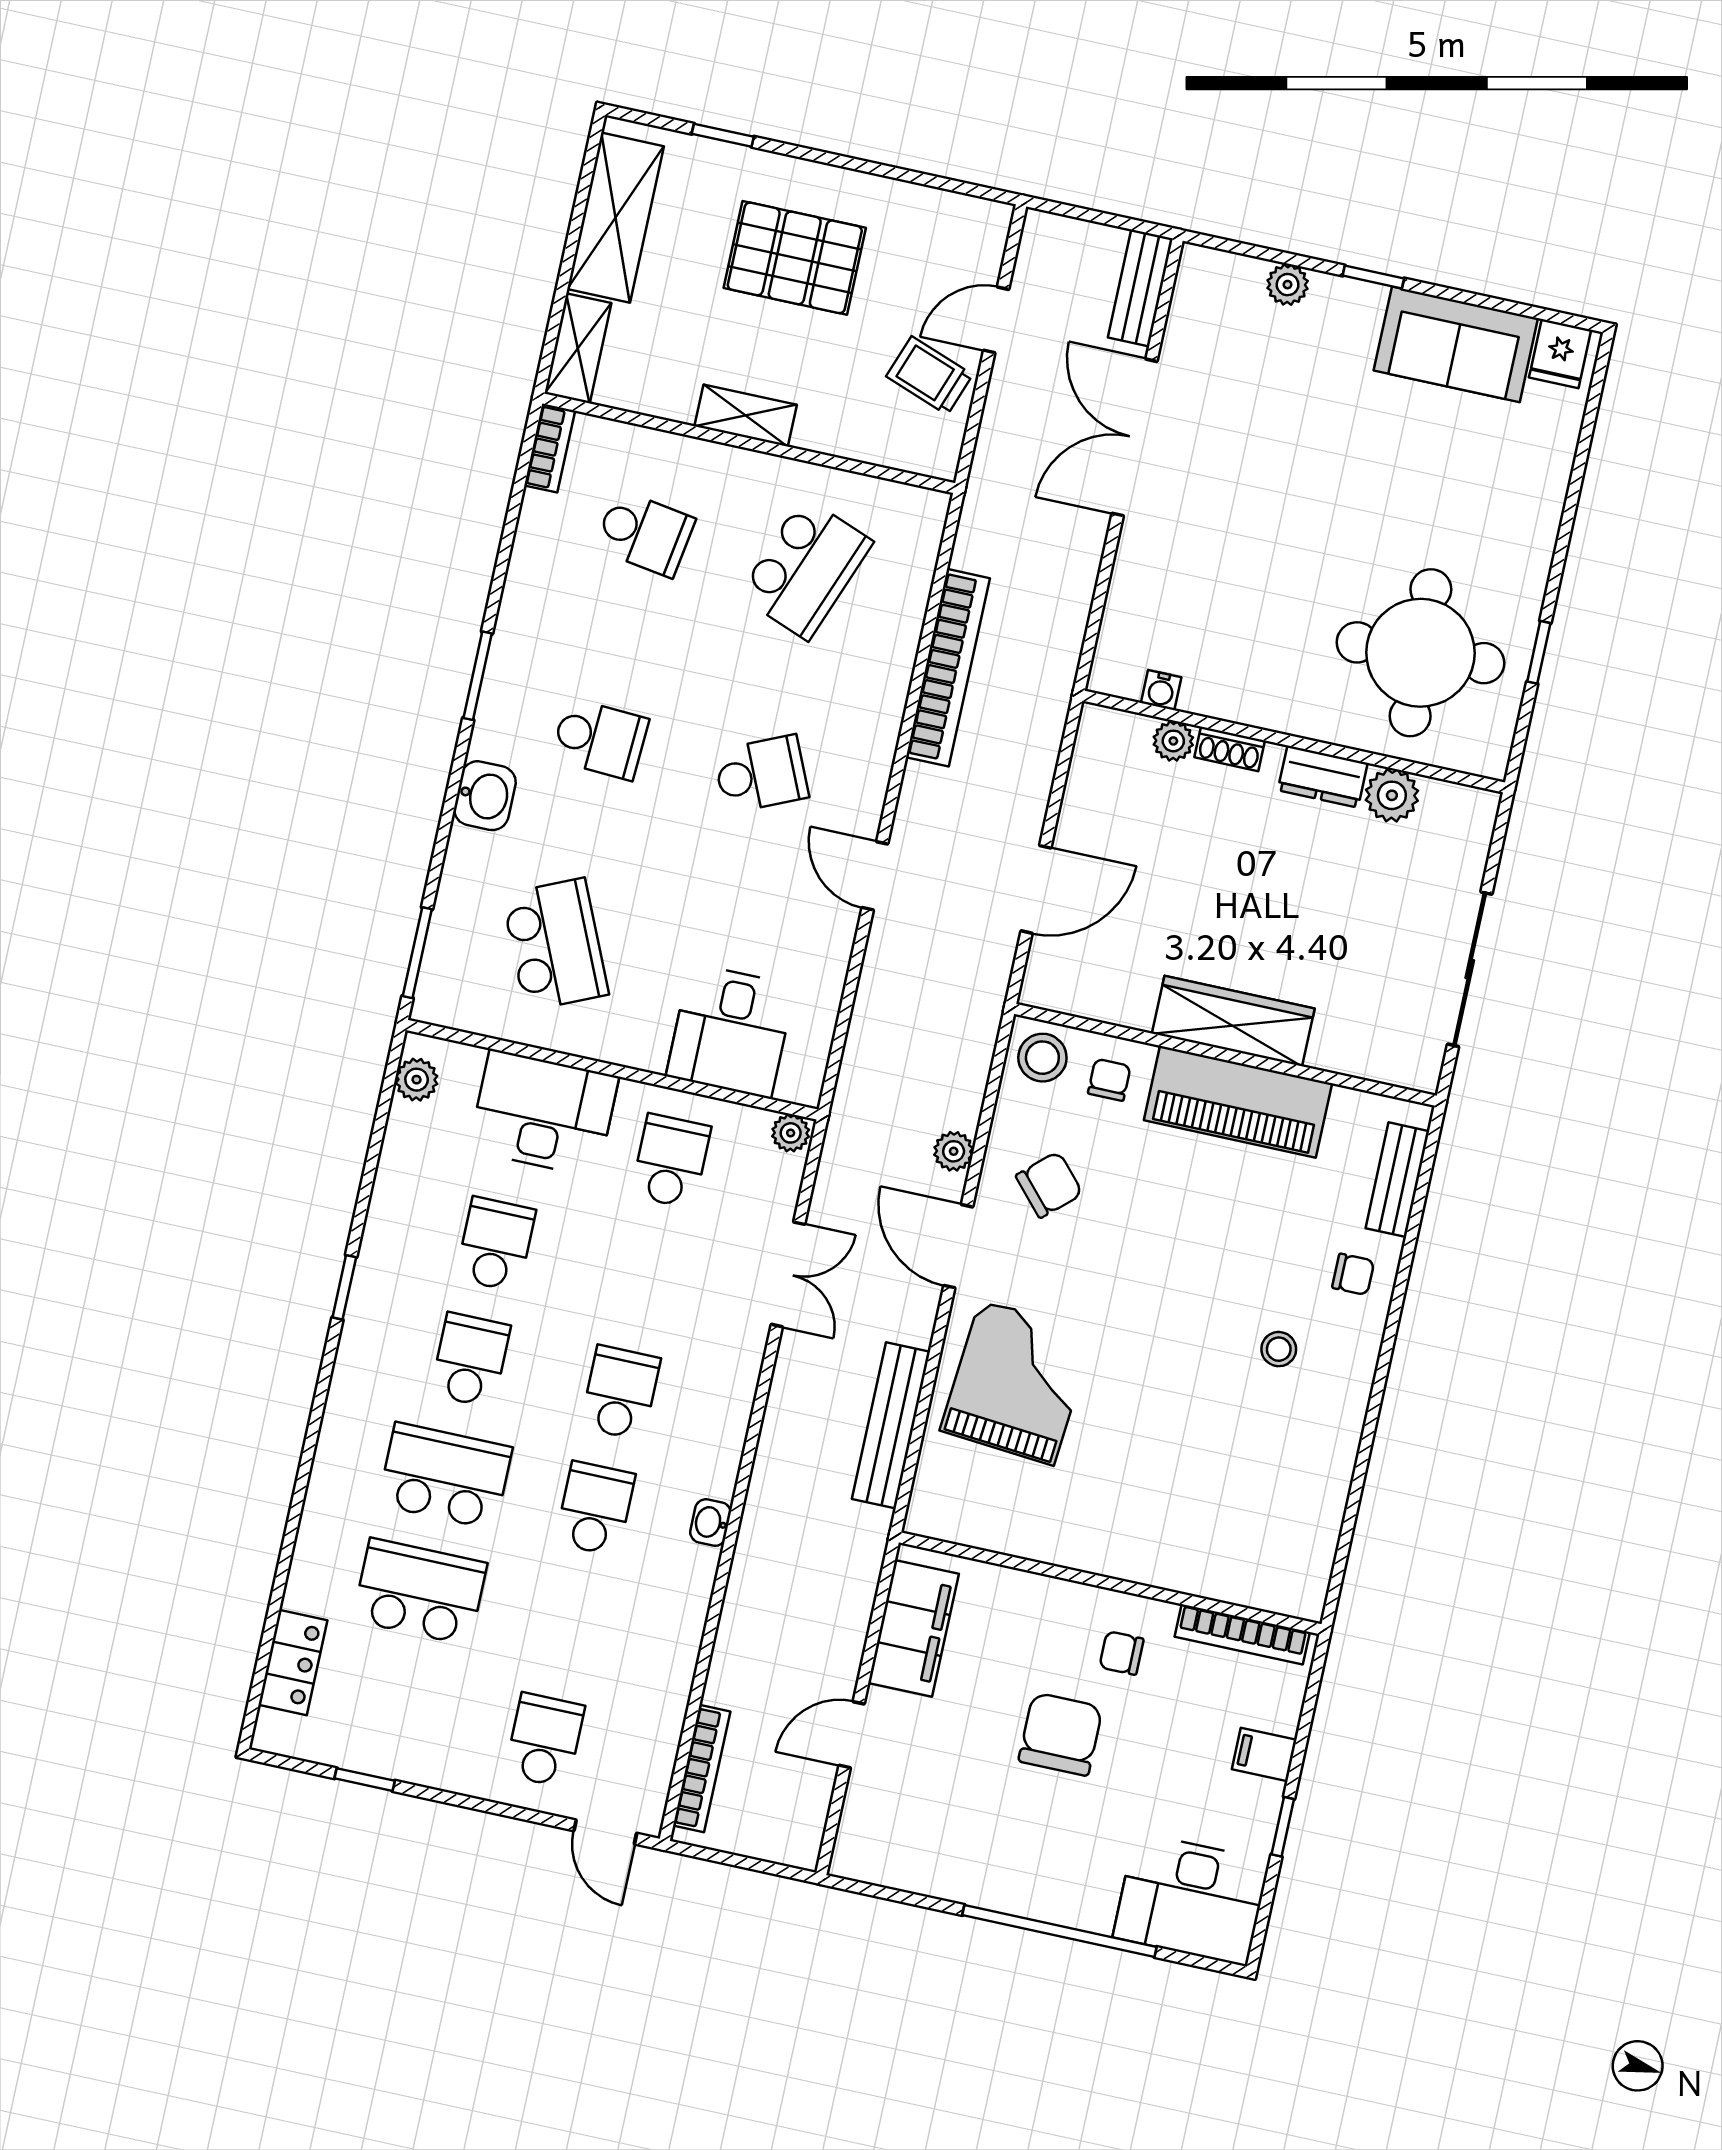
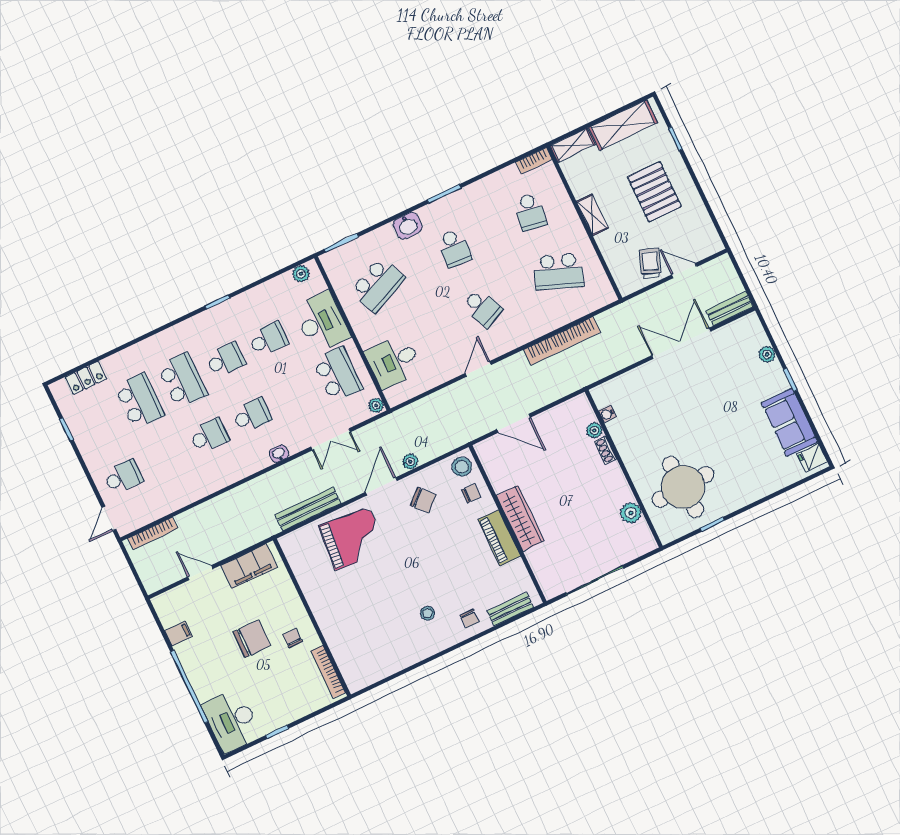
dresser: (1323, 777) -> (620, 486), removed
piano: (1238, 1102) -> (499, 538), width x0.73, depth x0.75
school desk: (671, 1161) -> (338, 374), width x1.85
washbasin: (710, 1523) -> (279, 454), moved
filing cabinet: (1264, 1755) -> (179, 633), moved, turned 90

